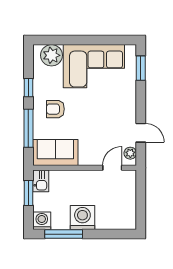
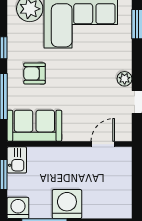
plant: (130, 153) -> (125, 79), moved

